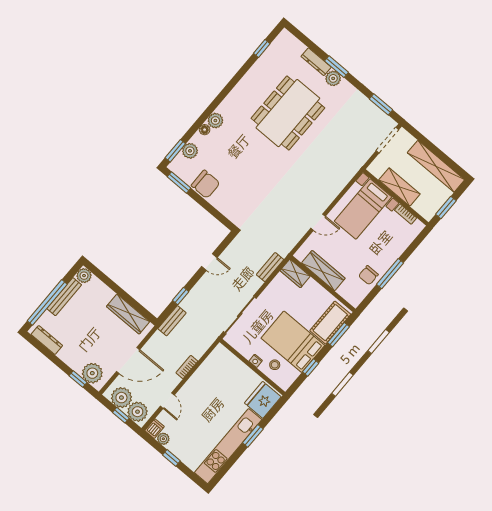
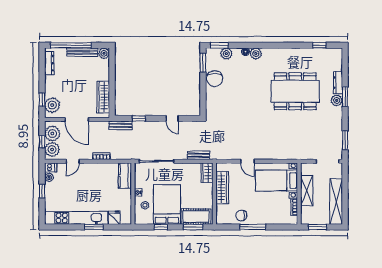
kitchen counter: (227, 360) -> (125, 176), added
fridge: (263, 400) -> (114, 218), width x0.53, depth x0.75

